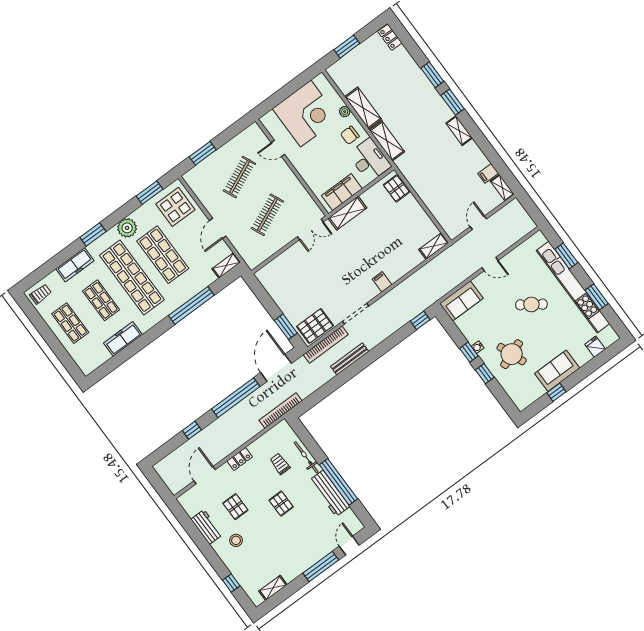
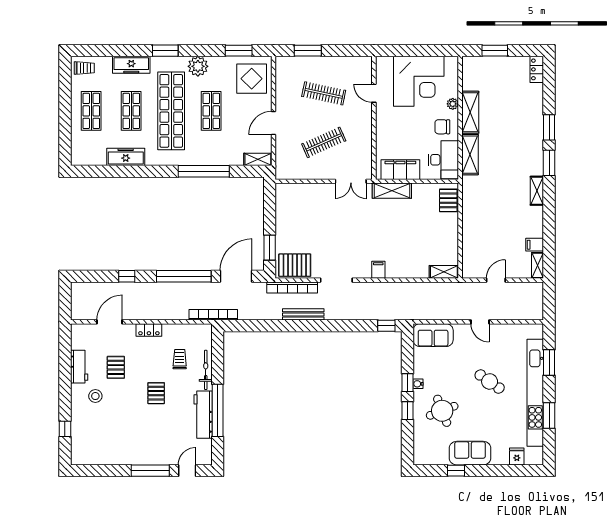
clothes rail: (239, 177) -> (324, 93), turned 36
shop shelf: (163, 255) -> (211, 111), width x0.70, depth x0.74
shelving: (273, 588) -> (97, 459), removed

